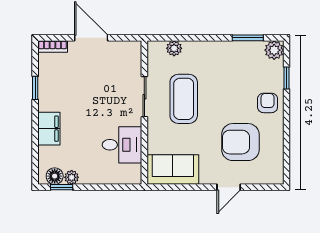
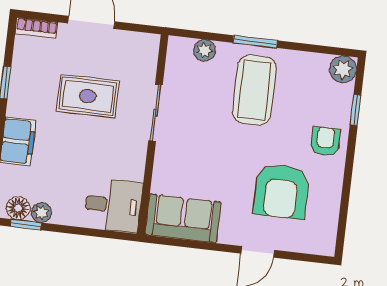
window: (248, 38) -> (255, 42), moved
rug: (95, 91) -> (88, 96), added
coffee table: (184, 99) -> (254, 90), moved
armchair: (240, 142) -> (281, 191), turned -90
desk: (122, 145) -> (113, 205), moved

